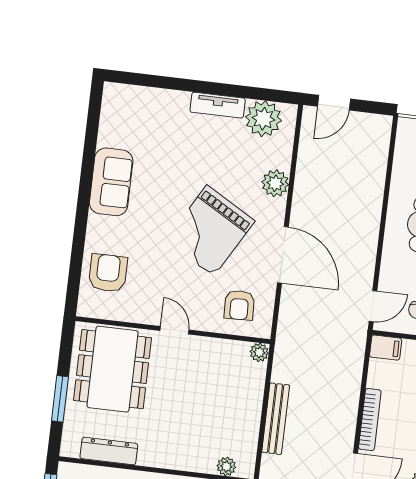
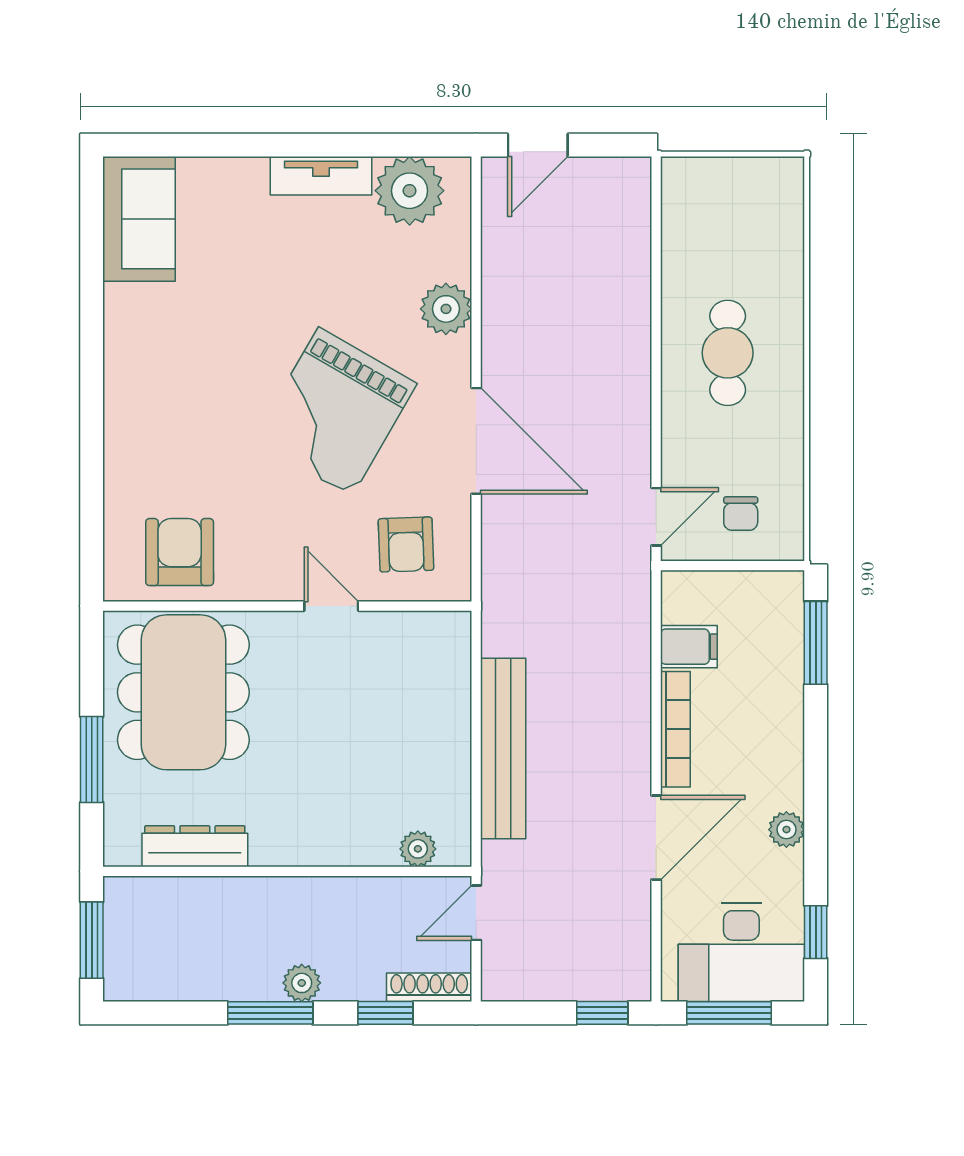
sofa: (111, 182) -> (139, 219), moved
armchair: (108, 273) -> (180, 552), moved
door: (174, 330) -> (331, 606), moved
filing cabinet: (386, 348) -> (689, 647), moved
plant: (259, 352) -> (454, 628), removed
bench: (276, 419) -> (503, 749), width x1.37, depth x1.21

